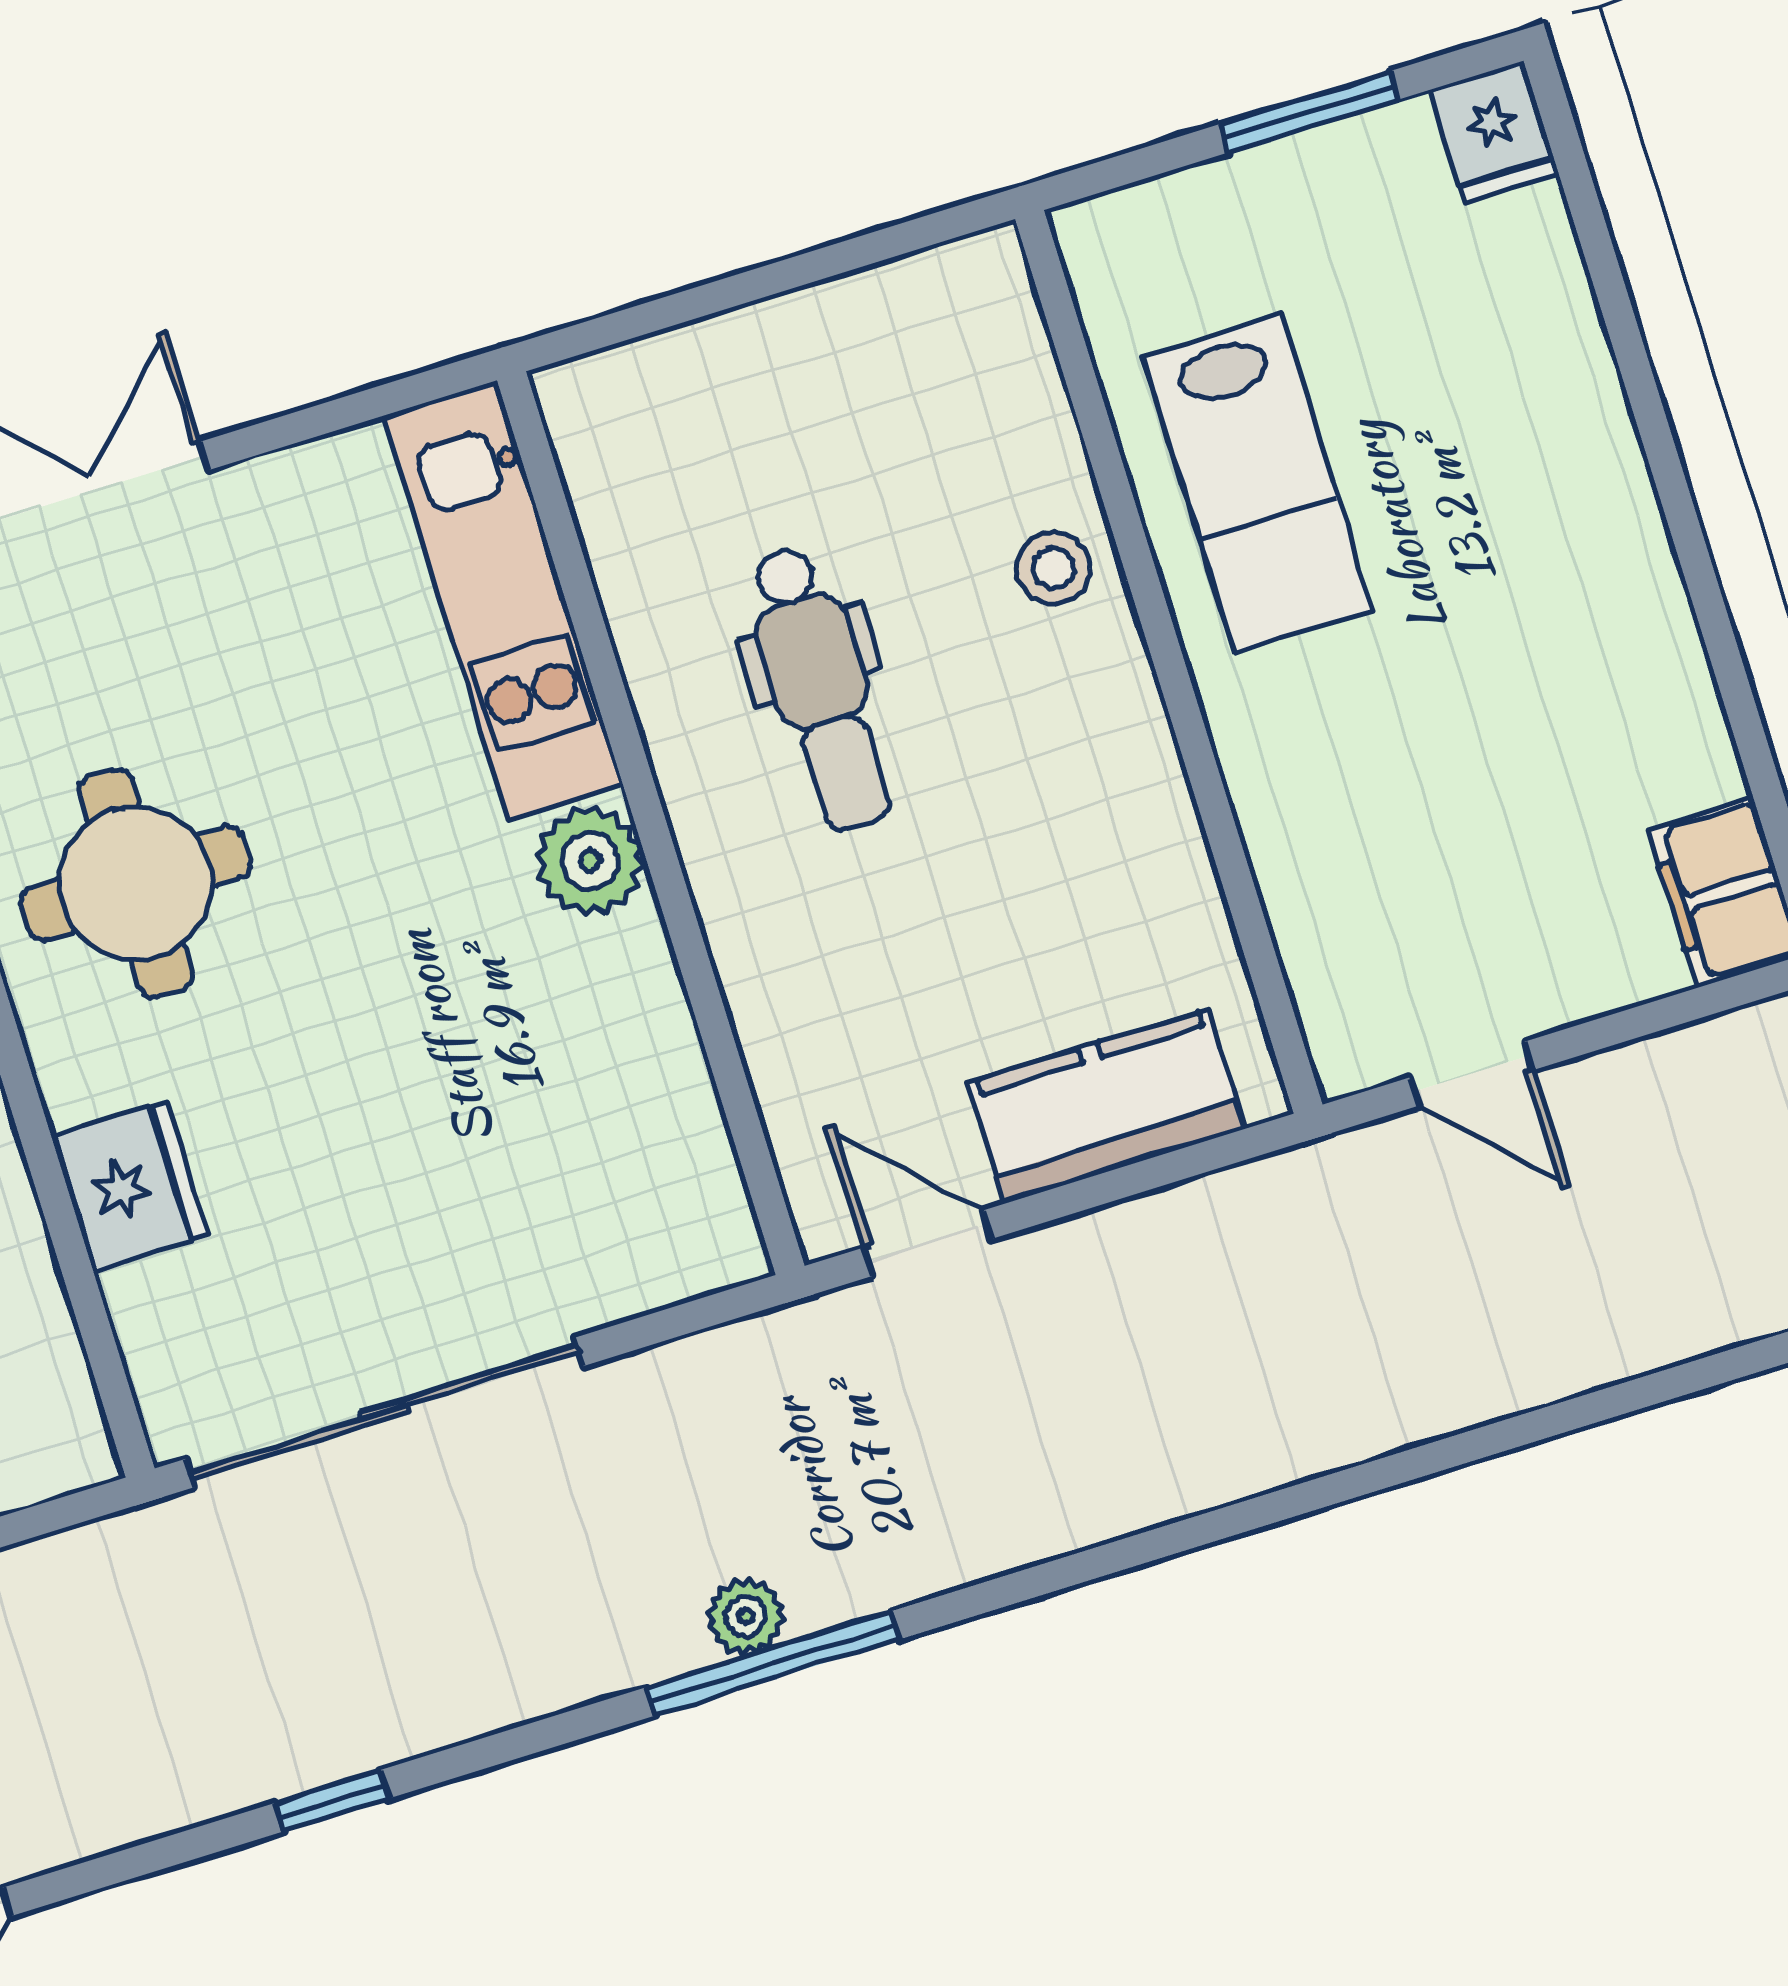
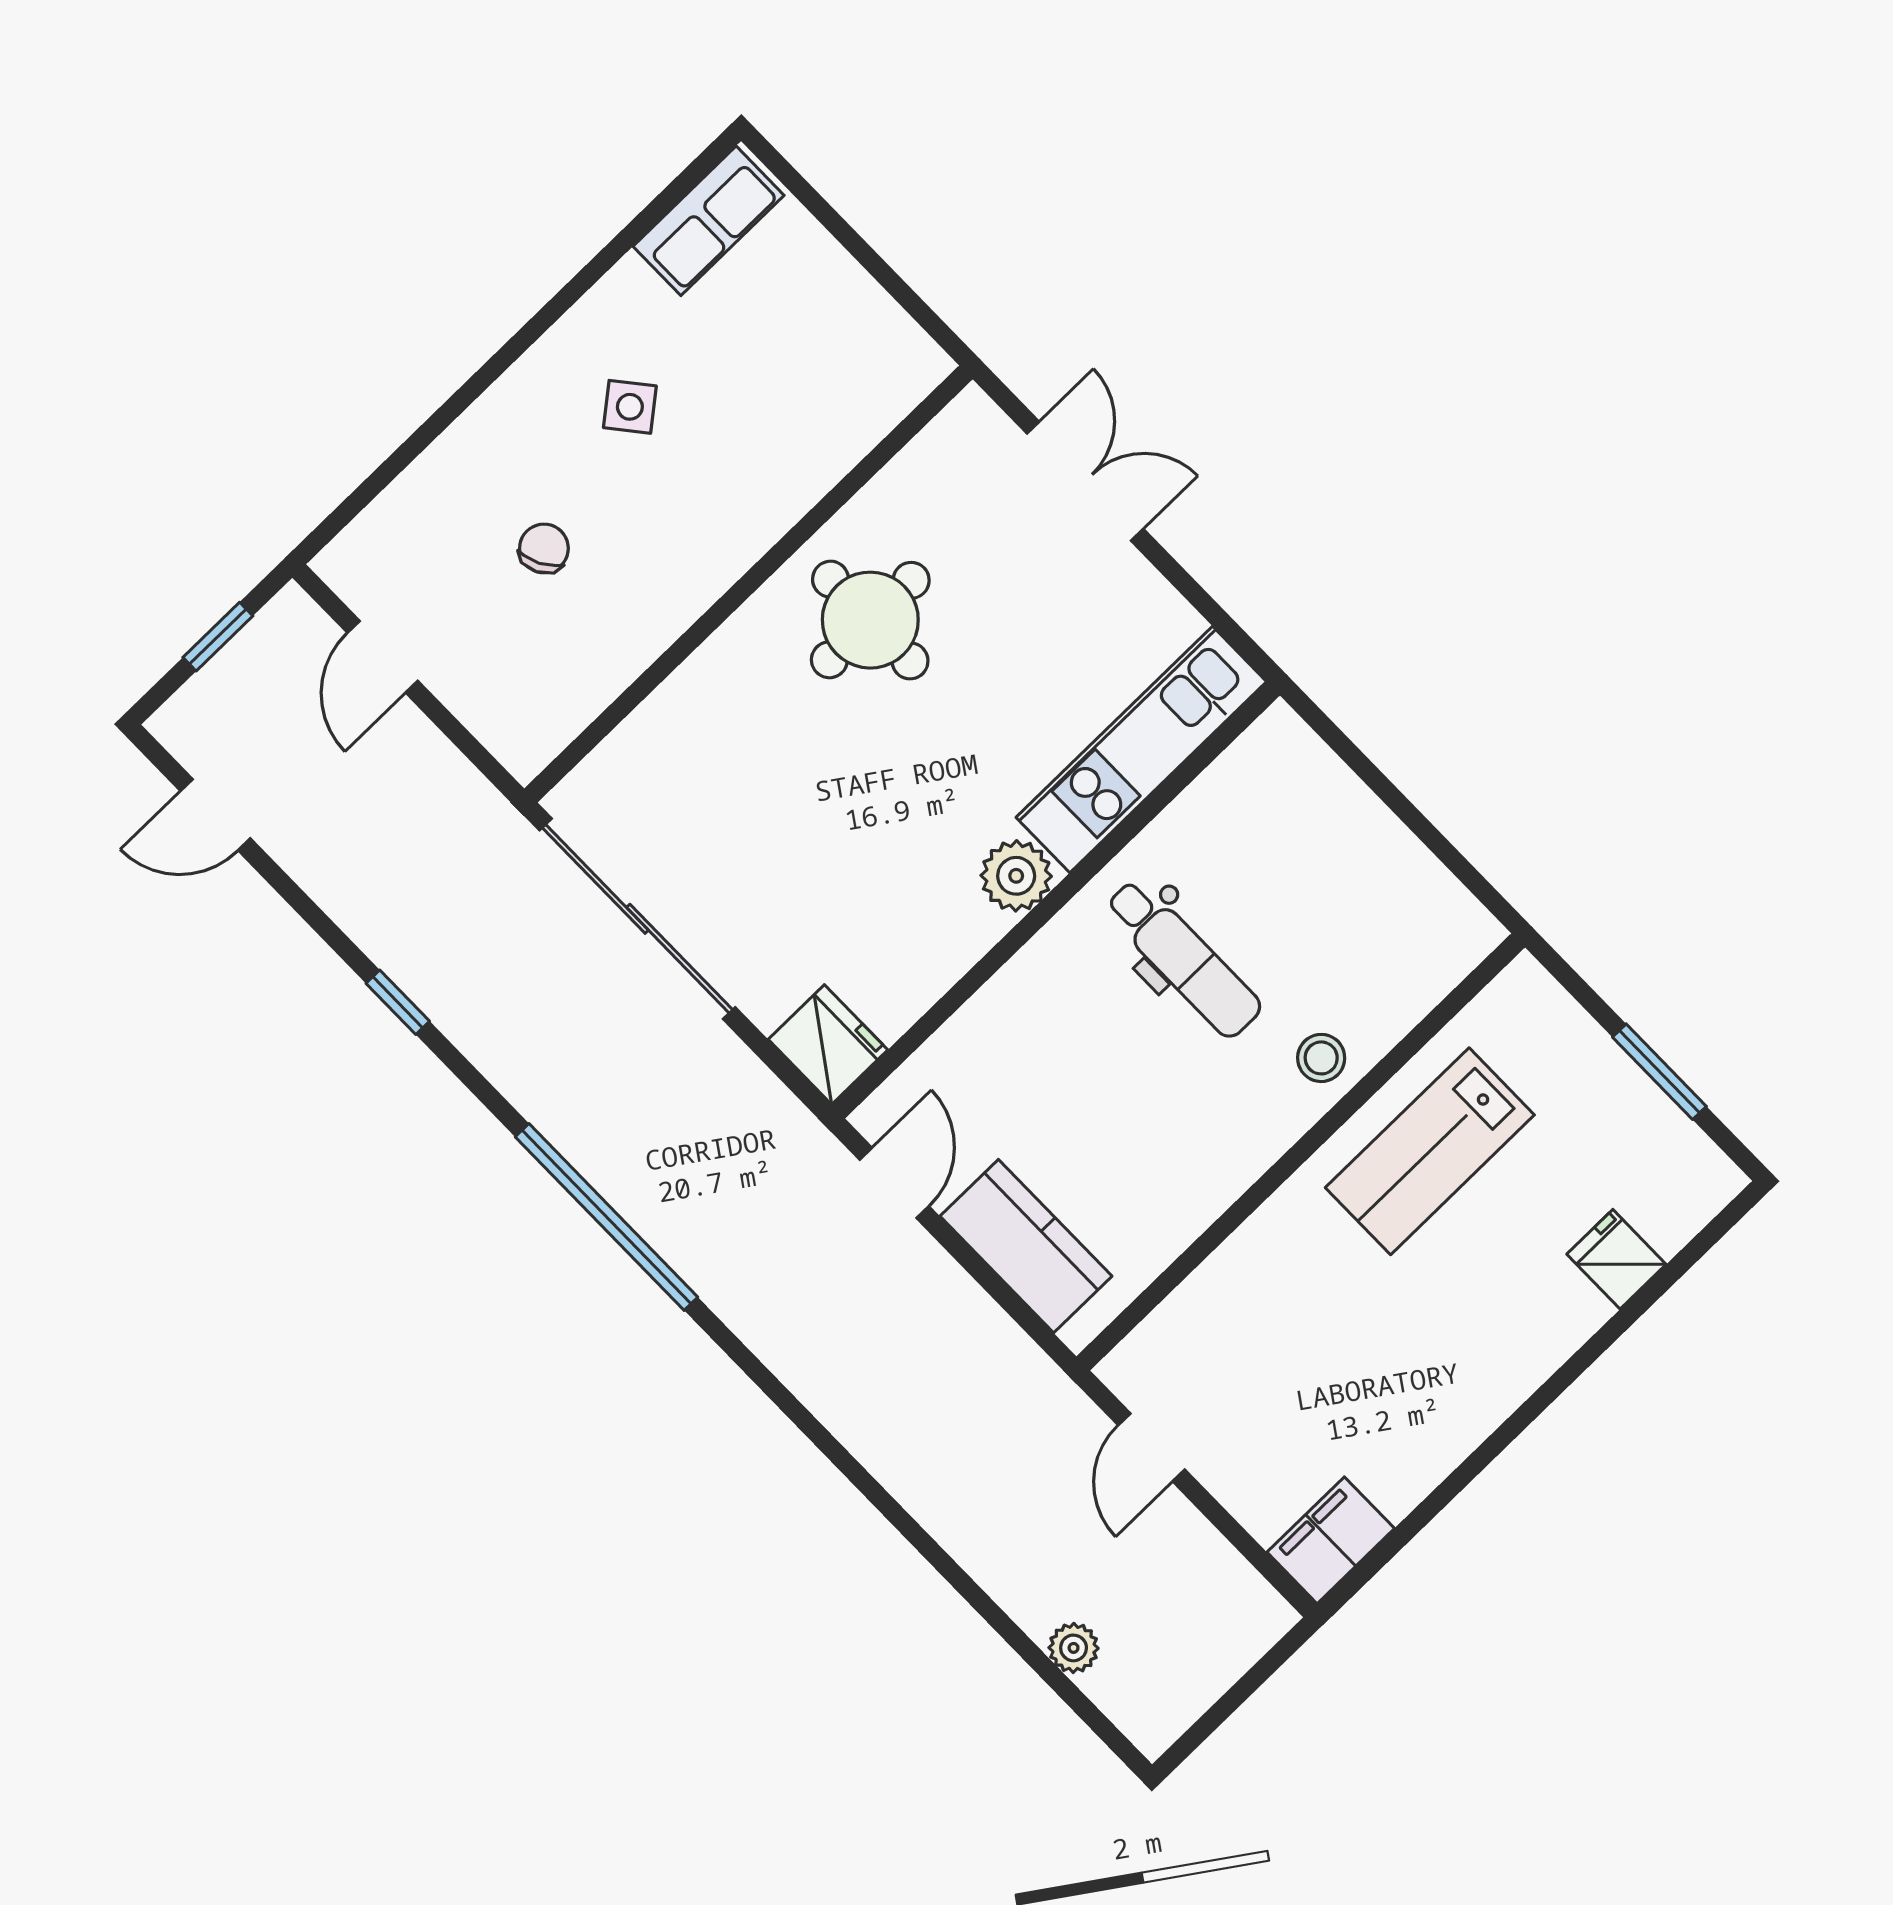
fridge: (1494, 132) -> (1616, 1259), moved, turned 90
dental chair: (820, 689) -> (1183, 958), turned -90
fridge: (130, 1186) -> (828, 1045), moved, turned -90
plant: (746, 1616) -> (1074, 1648), moved
window: (773, 1663) -> (607, 1217), width x1.46

